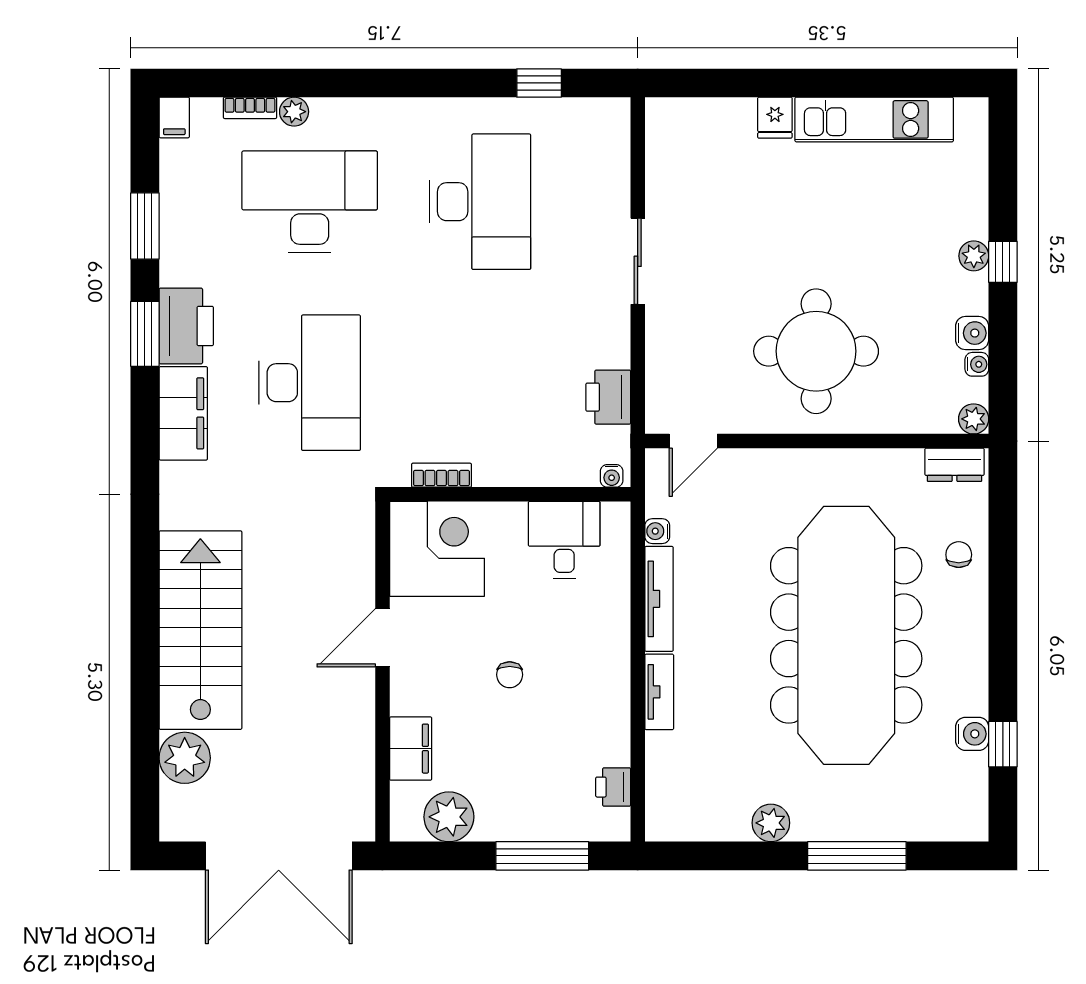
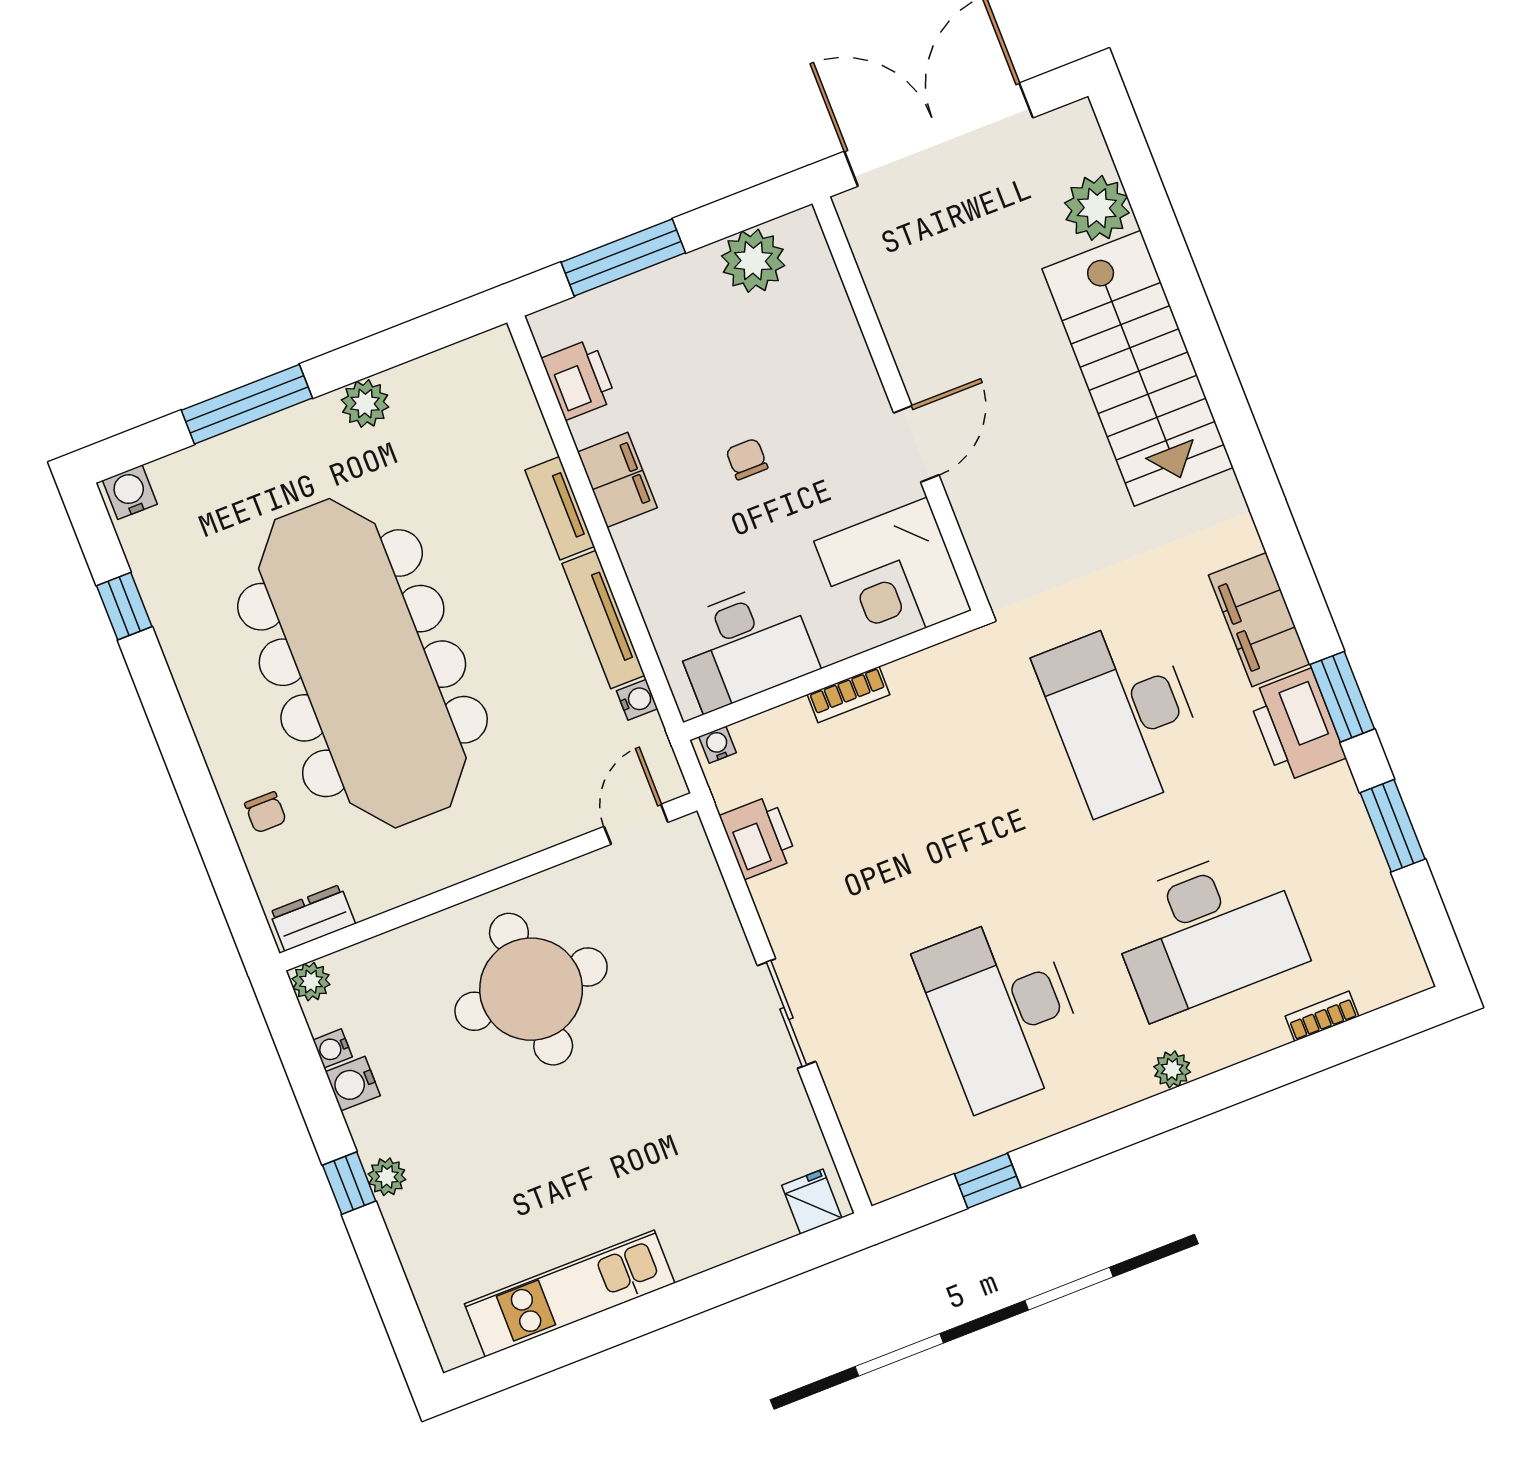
plant: (294, 112) -> (1172, 1069), moved
filing cabinet: (174, 117) -> (1408, 969), removed
fridge: (775, 118) -> (812, 1202), moved
bookcase: (441, 475) -> (848, 694), moved
desk: (564, 540) -> (744, 646), width x1.37
water cooler: (972, 734) -> (130, 492), moved, turned 90
filing cabinet: (411, 749) -> (617, 480), moved, turned 180
printer: (613, 787) -> (579, 379), width x1.36, depth x1.24

